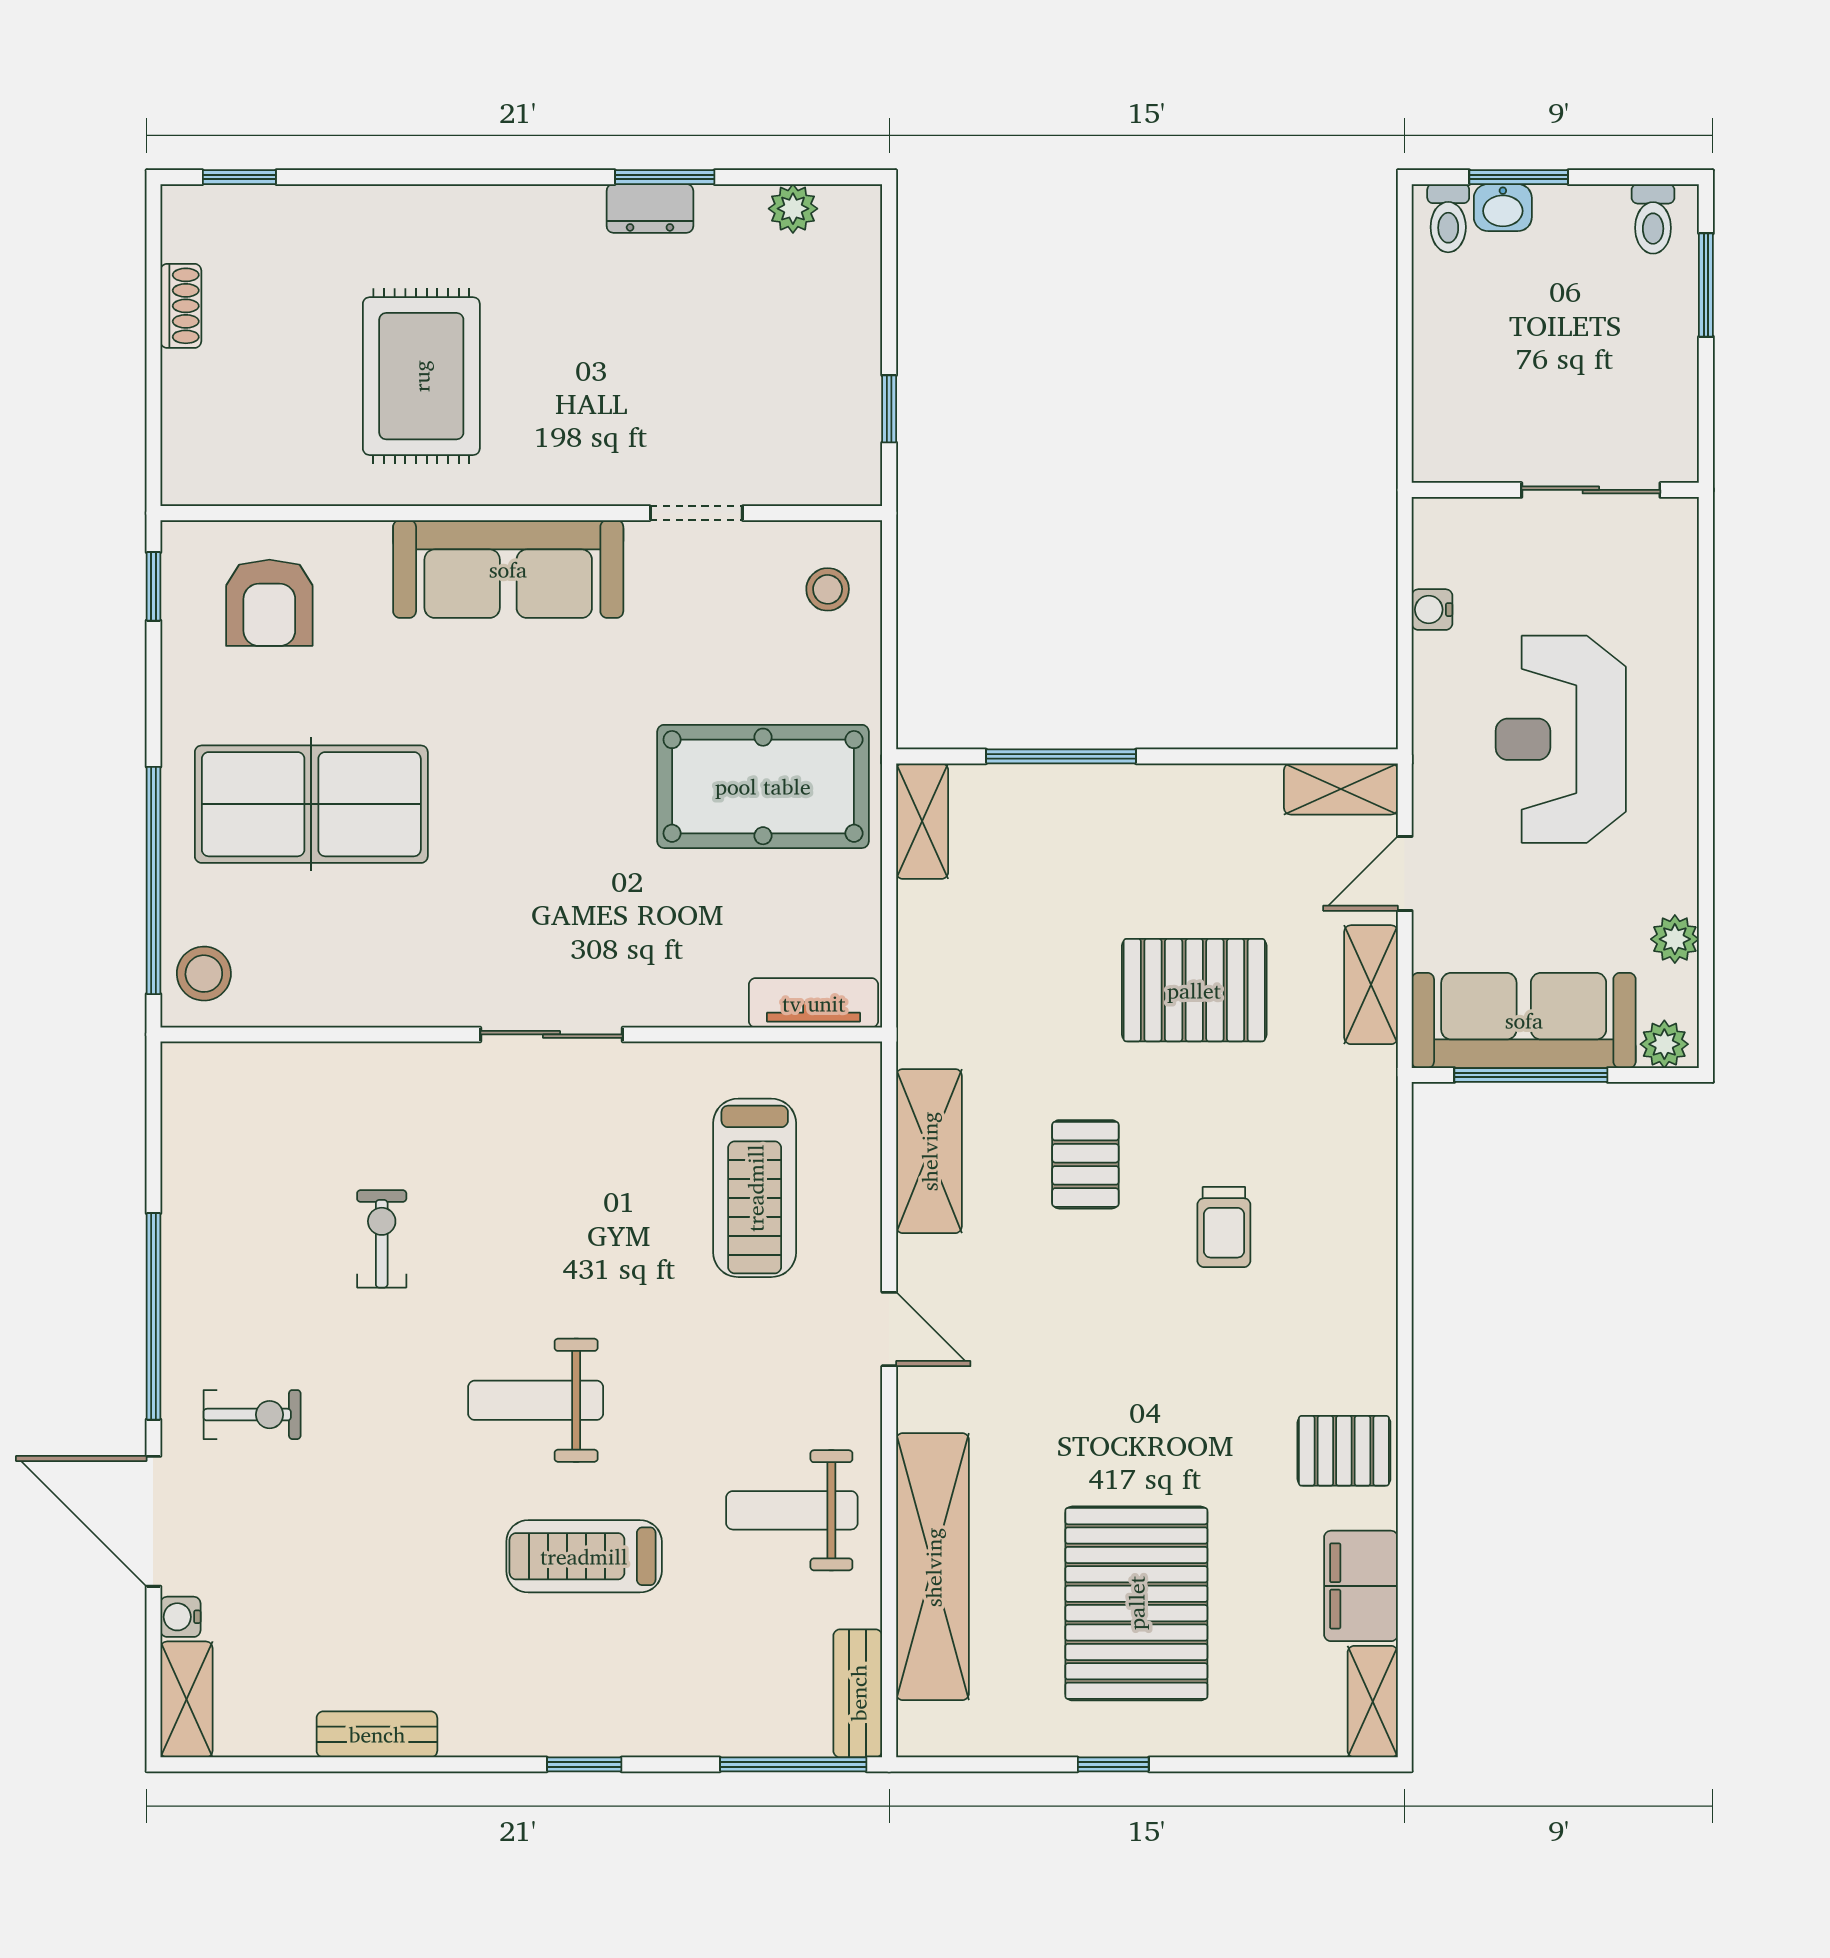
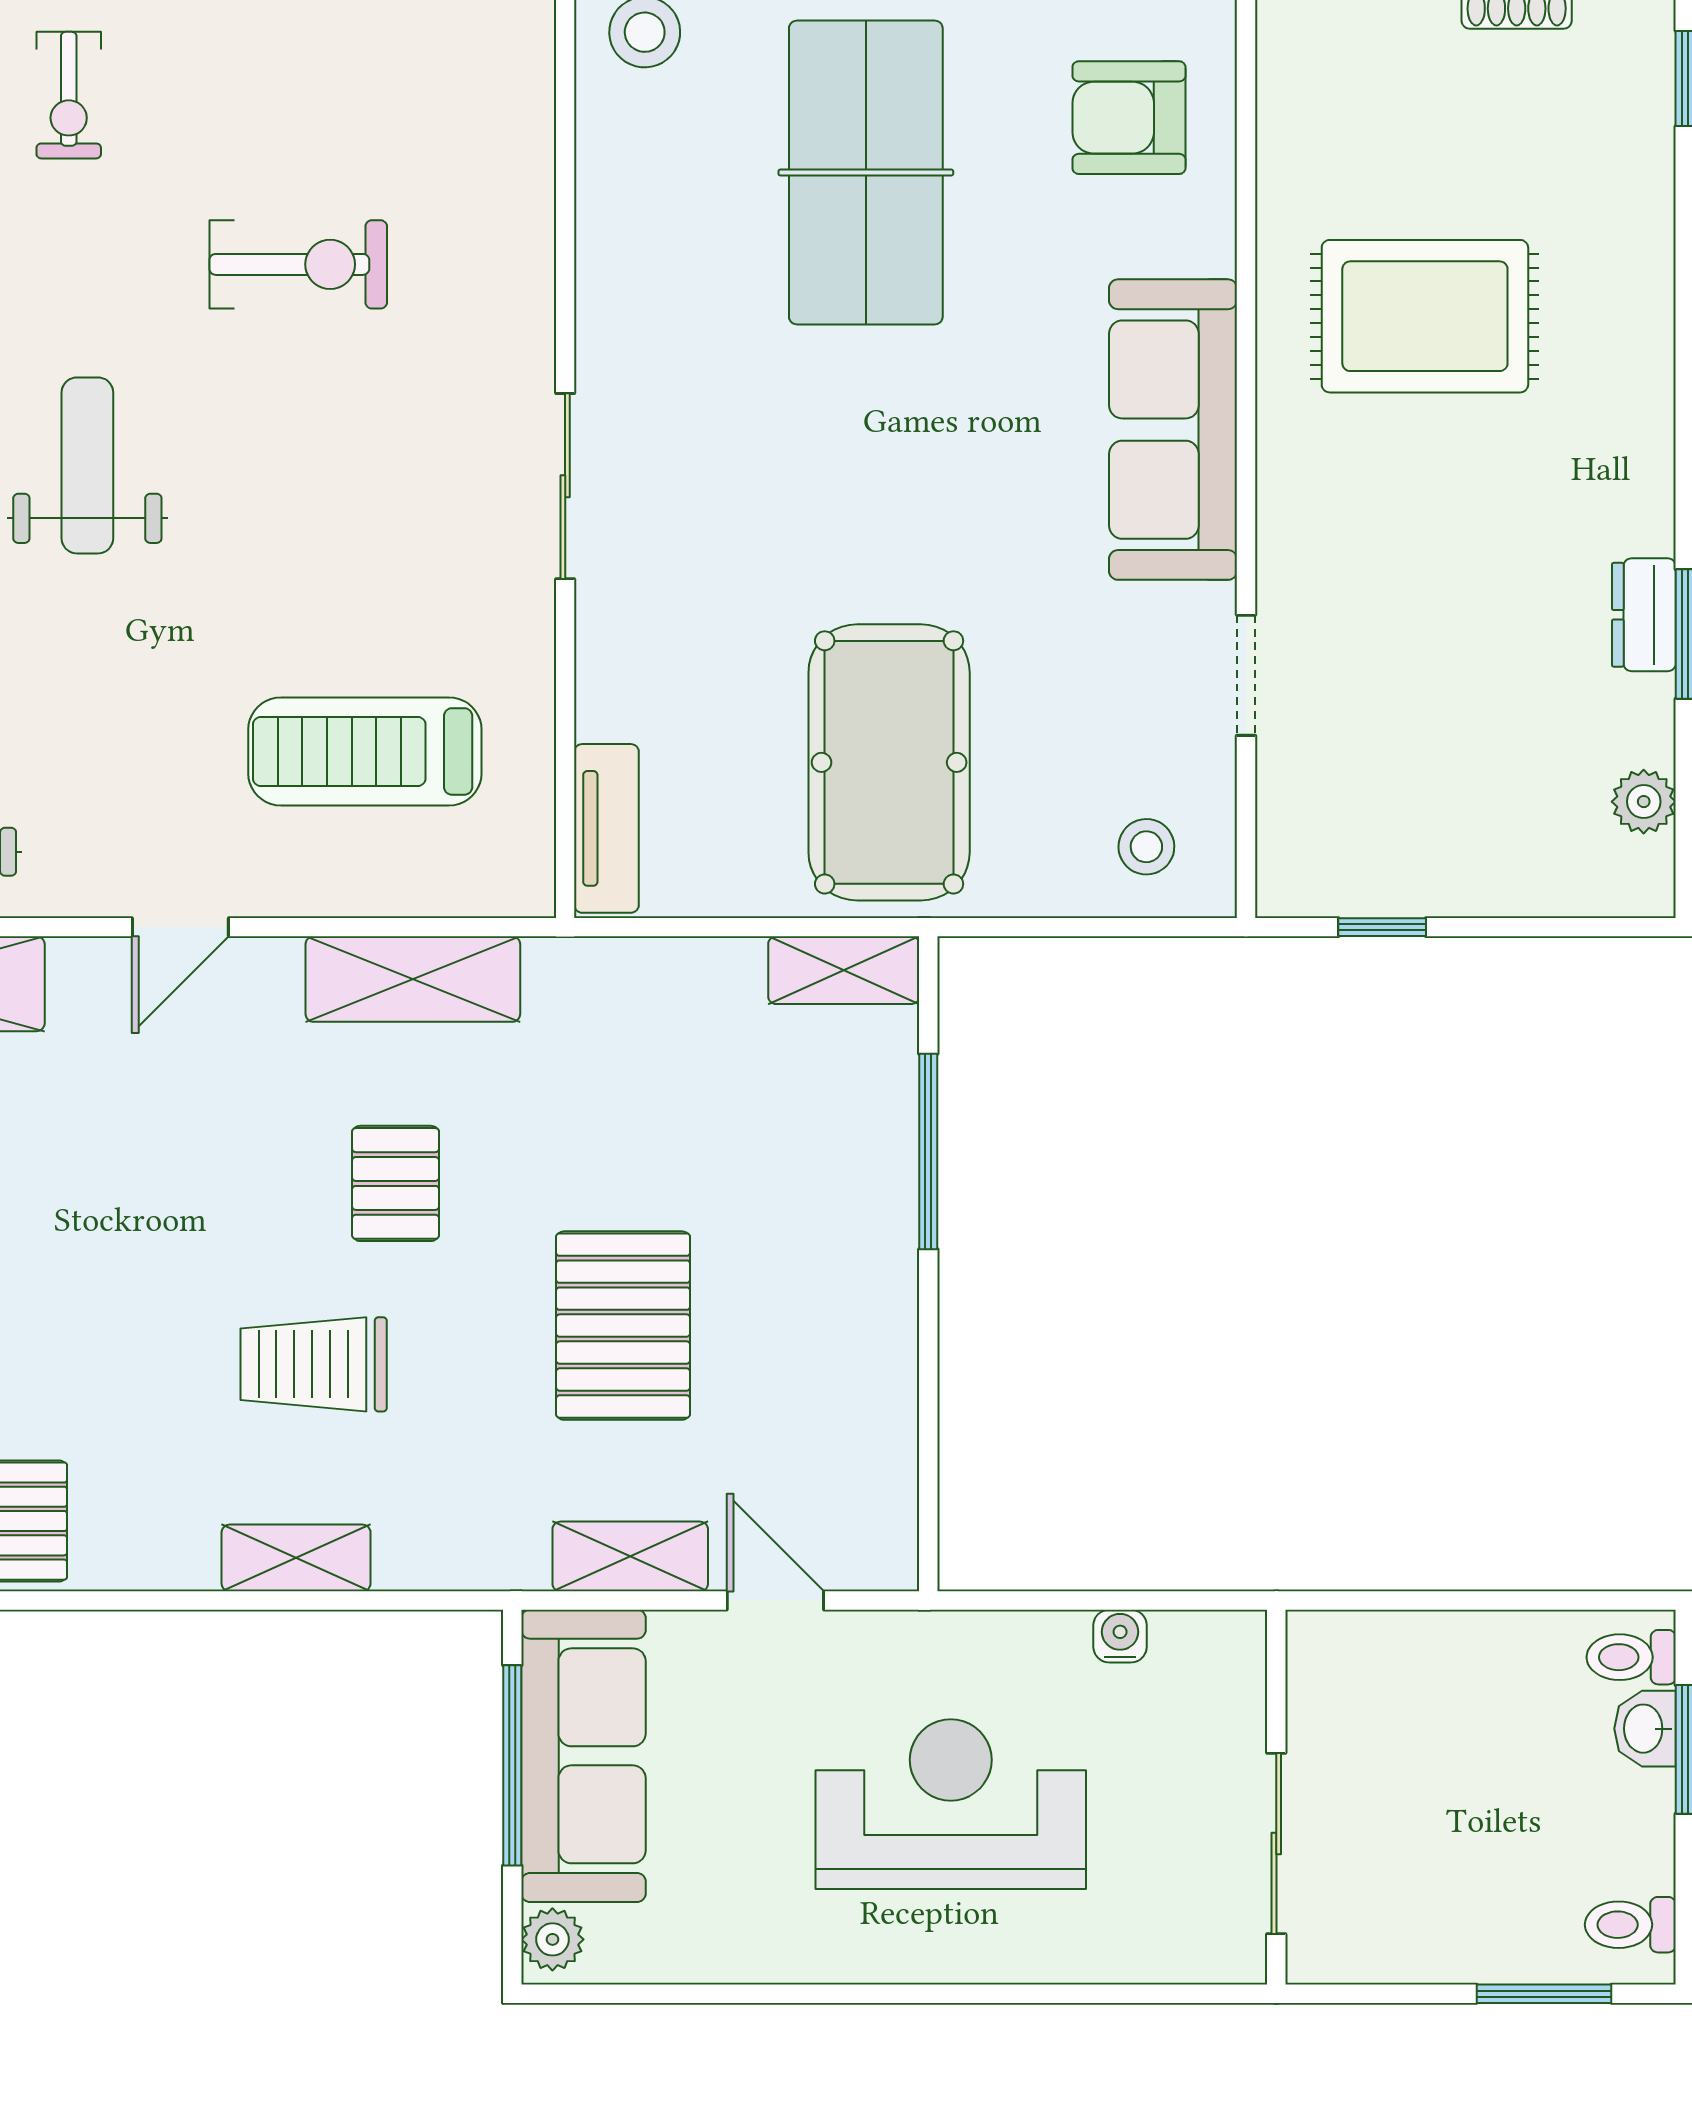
shelving: (1341, 789) -> (296, 1558), moved, turned 90
plant: (1675, 939) -> (690, 1953), removed
pallet: (1085, 1164) -> (396, 1183), turned 90
trolley: (1224, 1227) -> (314, 1364), width x1.36, depth x1.39
exercise bike: (382, 1239) -> (298, 264), width x1.38, depth x1.39

